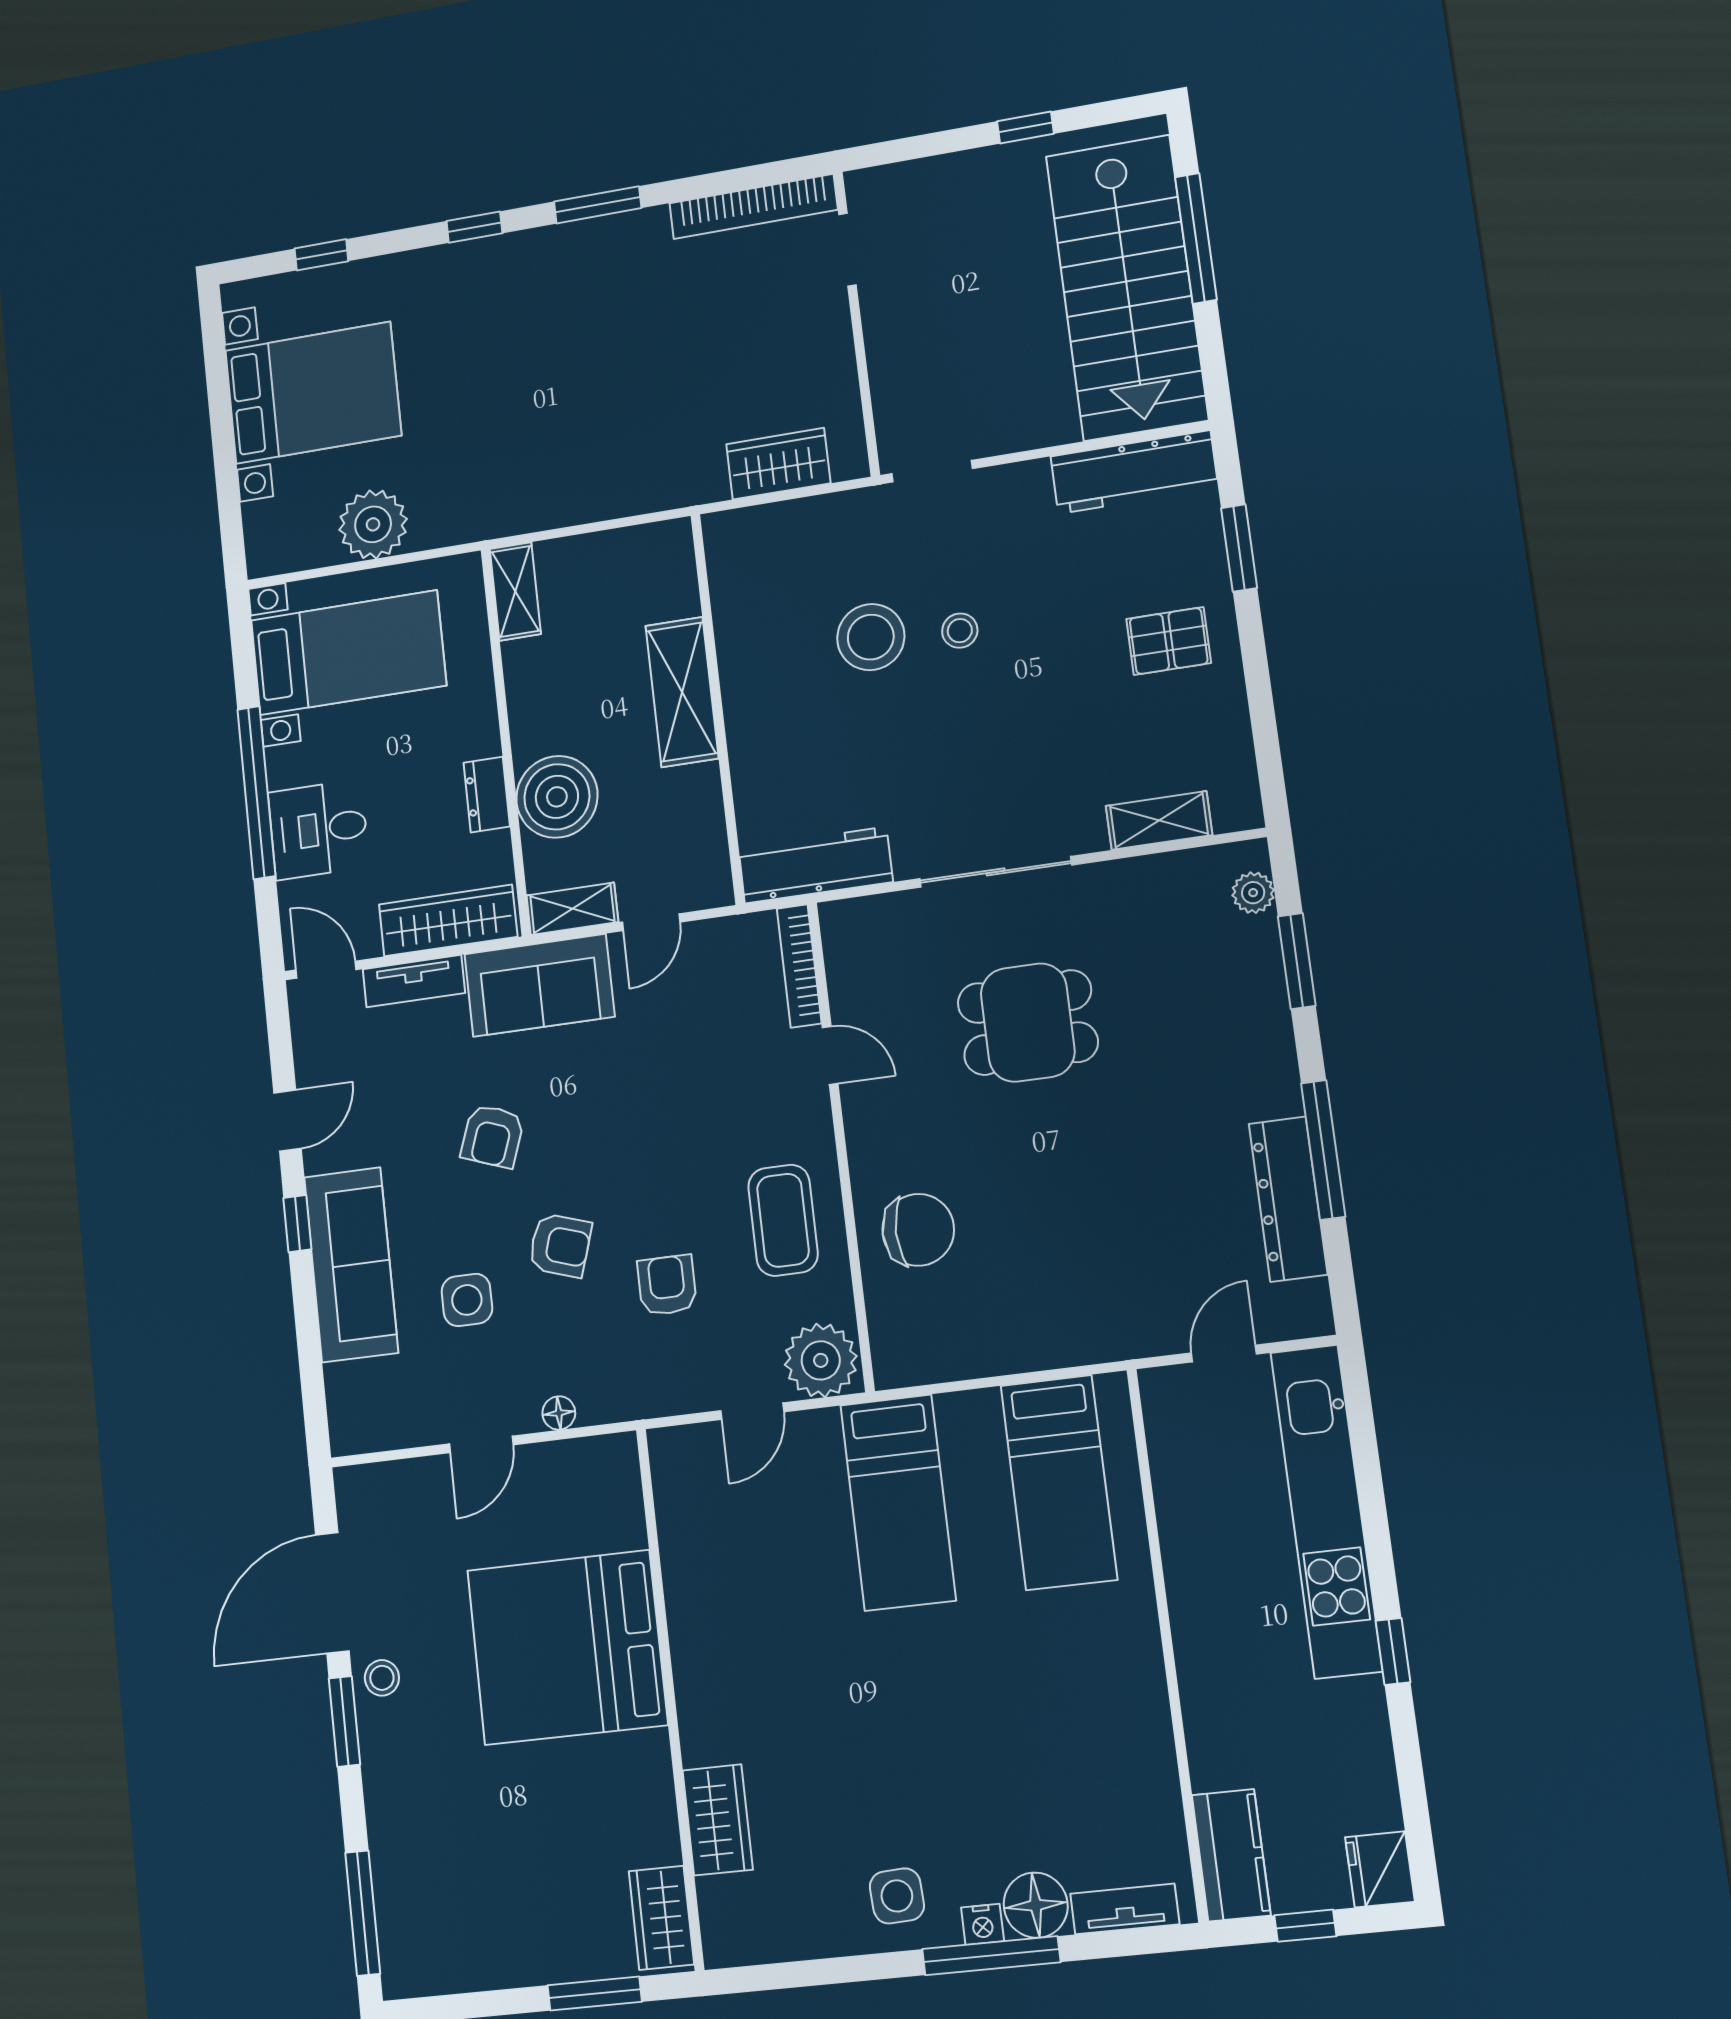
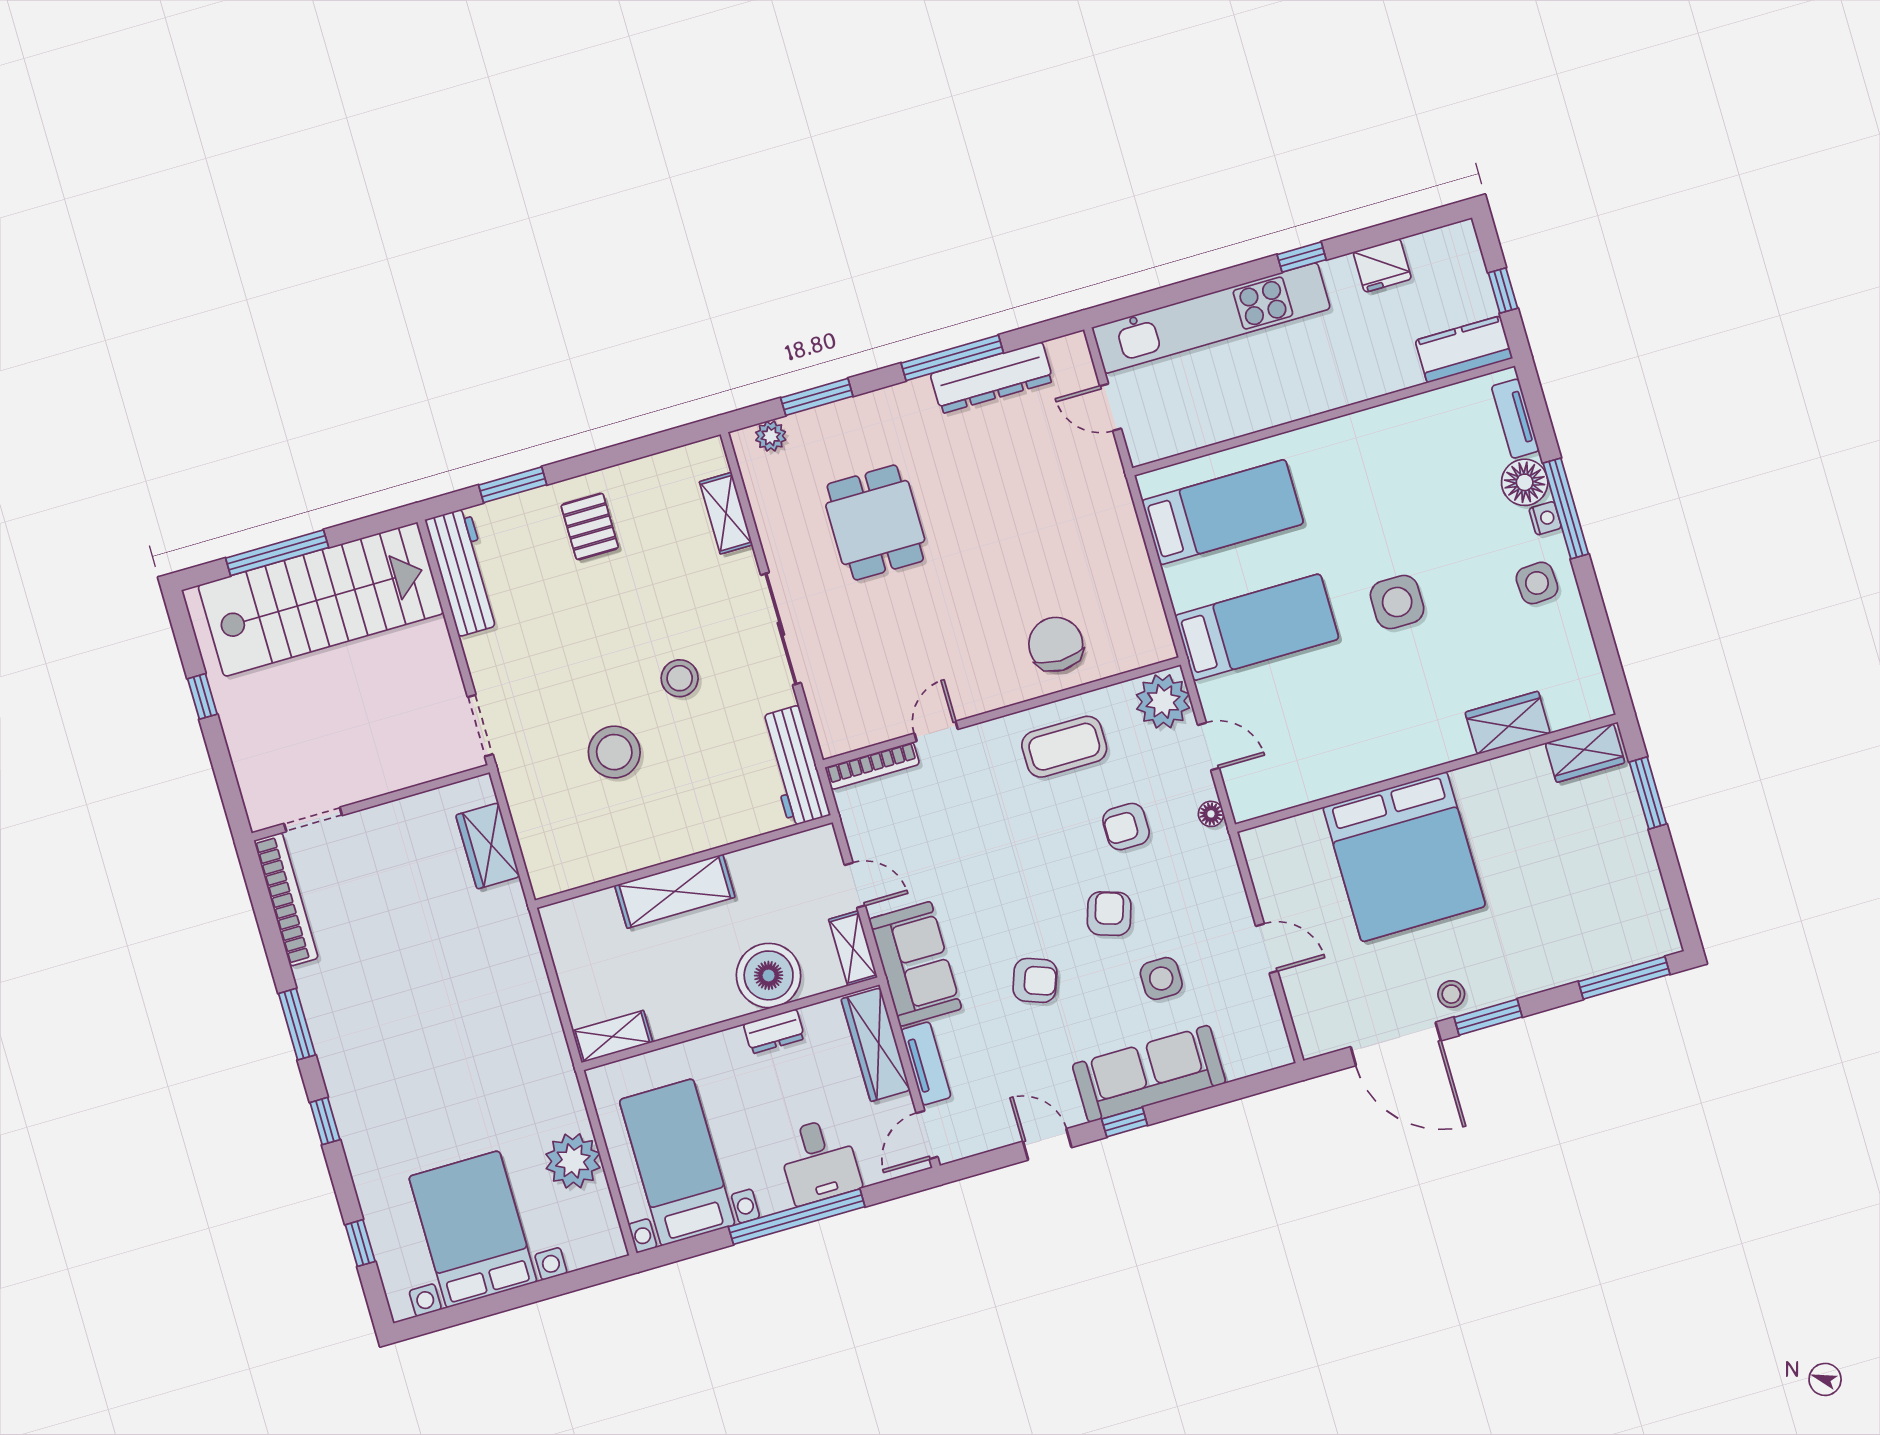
stool: (960, 631) -> (680, 678), moved, width x1.37, depth x1.37
dining table: (1028, 1023) -> (875, 523), moved
floor lamp: (559, 1413) -> (1211, 814), moved
side table: (902, 1699) -> (1397, 602), added
fridge: (1380, 1869) -> (1382, 265), moved

